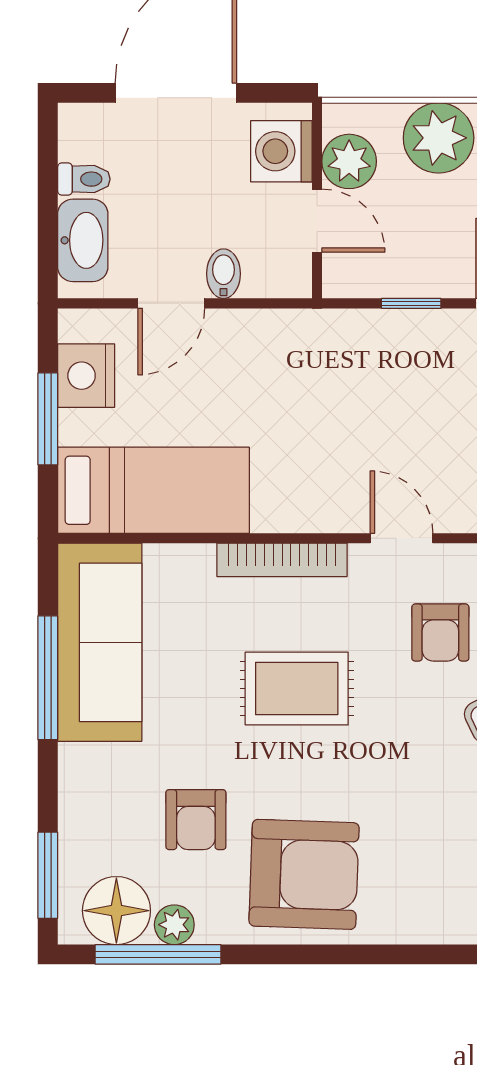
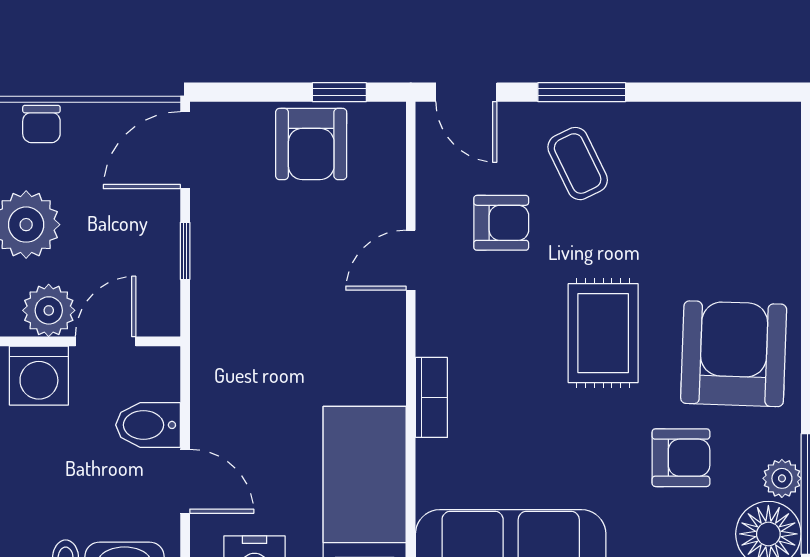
bidet: (224, 274) -> (148, 425), width x1.38, depth x1.36
bookcase: (282, 560) -> (431, 397), width x0.64
rug: (297, 689) -> (603, 333), moved

